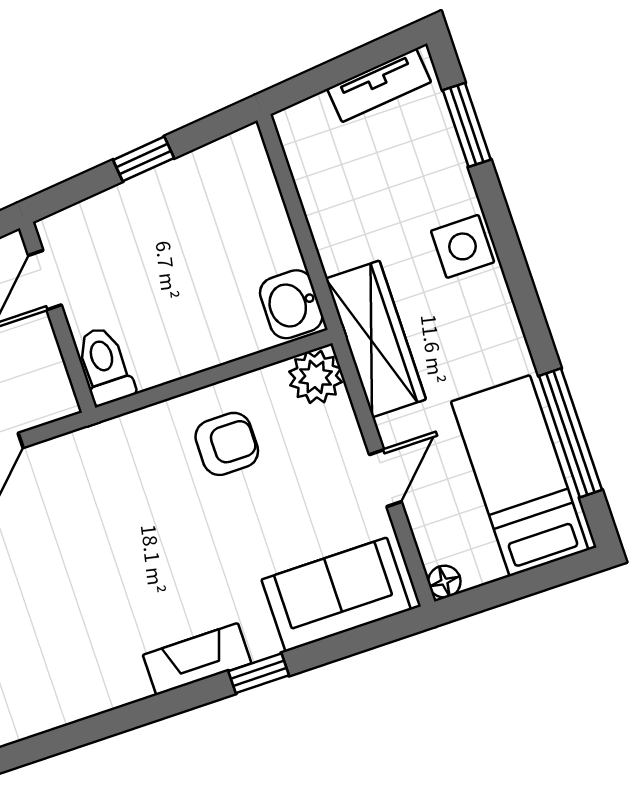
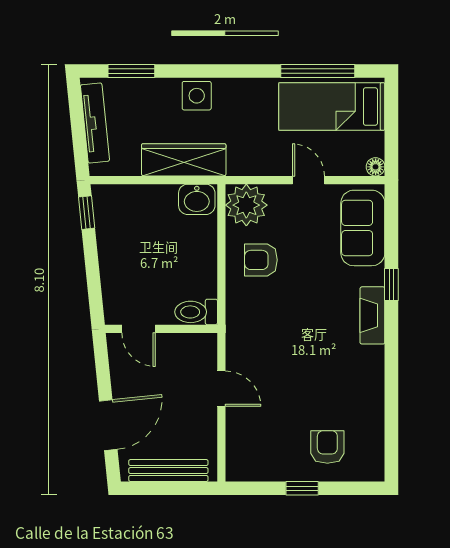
tv unit: (379, 85) -> (95, 123), width x1.41
window: (144, 159) -> (87, 213), moved
wardrobe: (376, 339) -> (184, 160), moved
plant: (316, 377) -> (246, 205), width x1.36, depth x1.36
armchair: (227, 444) -> (261, 260), turned -90

